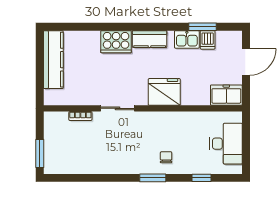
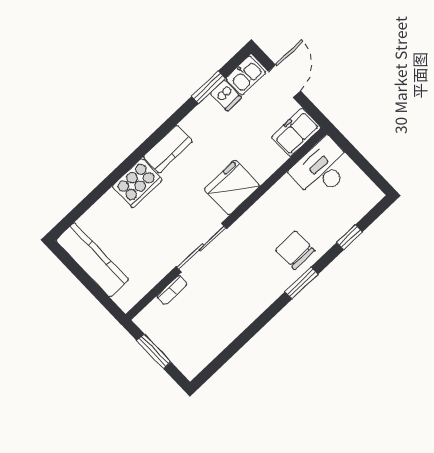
kitchen sink: (187, 39) -> (246, 75), moved
sliding door: (118, 108) -> (201, 248), width x1.37
desk: (226, 144) -> (322, 169), moved, turned -90
window: (40, 153) -> (154, 351), moved
chair: (166, 157) -> (295, 250), width x1.87, depth x1.87

